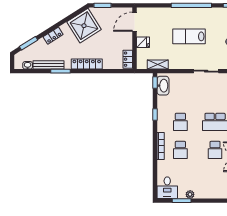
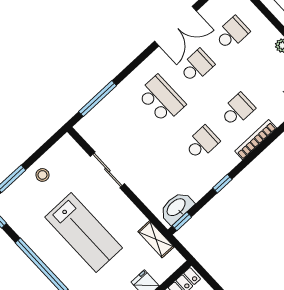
lab bench: (189, 36) -> (84, 232), width x1.36, depth x1.39
school desk: (215, 178) -> (232, 33), added

